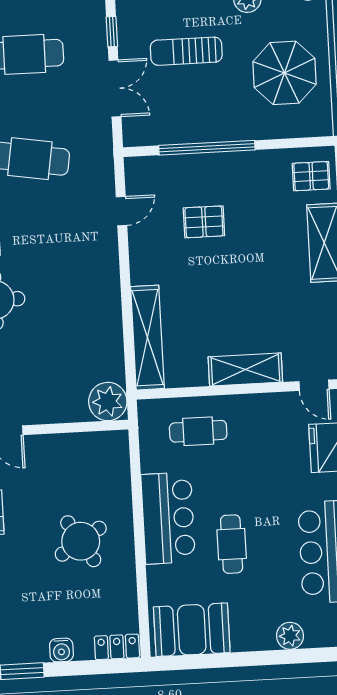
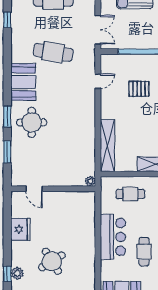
double door: (115, 88) -> (98, 30), moved
plant: (108, 402) -> (90, 181), width x0.53, depth x0.53
round table: (81, 541) -> (52, 261), moved

